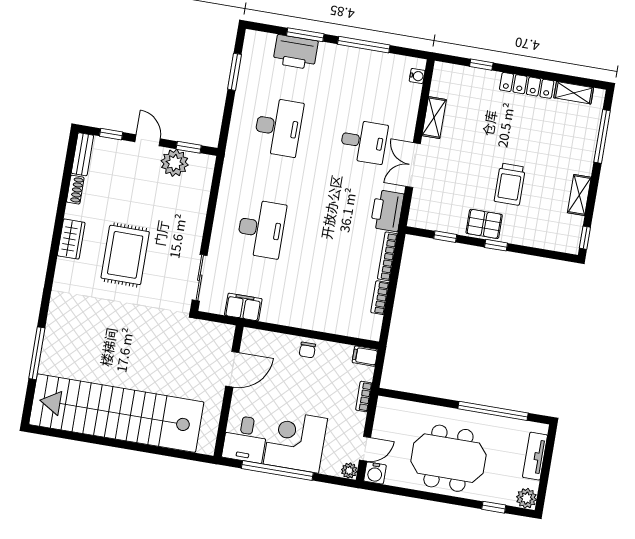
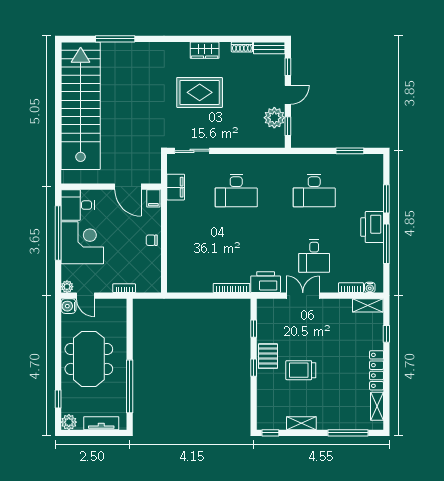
printer: (296, 52) -> (372, 227), moved
shelving: (434, 118) -> (368, 305), moved
bookcase: (380, 298) -> (351, 288), moved
filing cabinet: (365, 356) -> (153, 198), moved, turned 180

